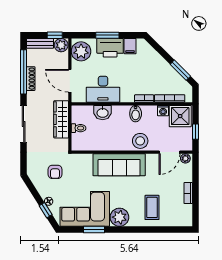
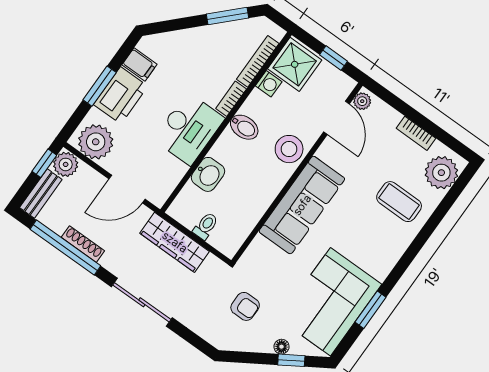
desk: (103, 89) -> (189, 129), moved
plant: (119, 217) -> (441, 173), moved

